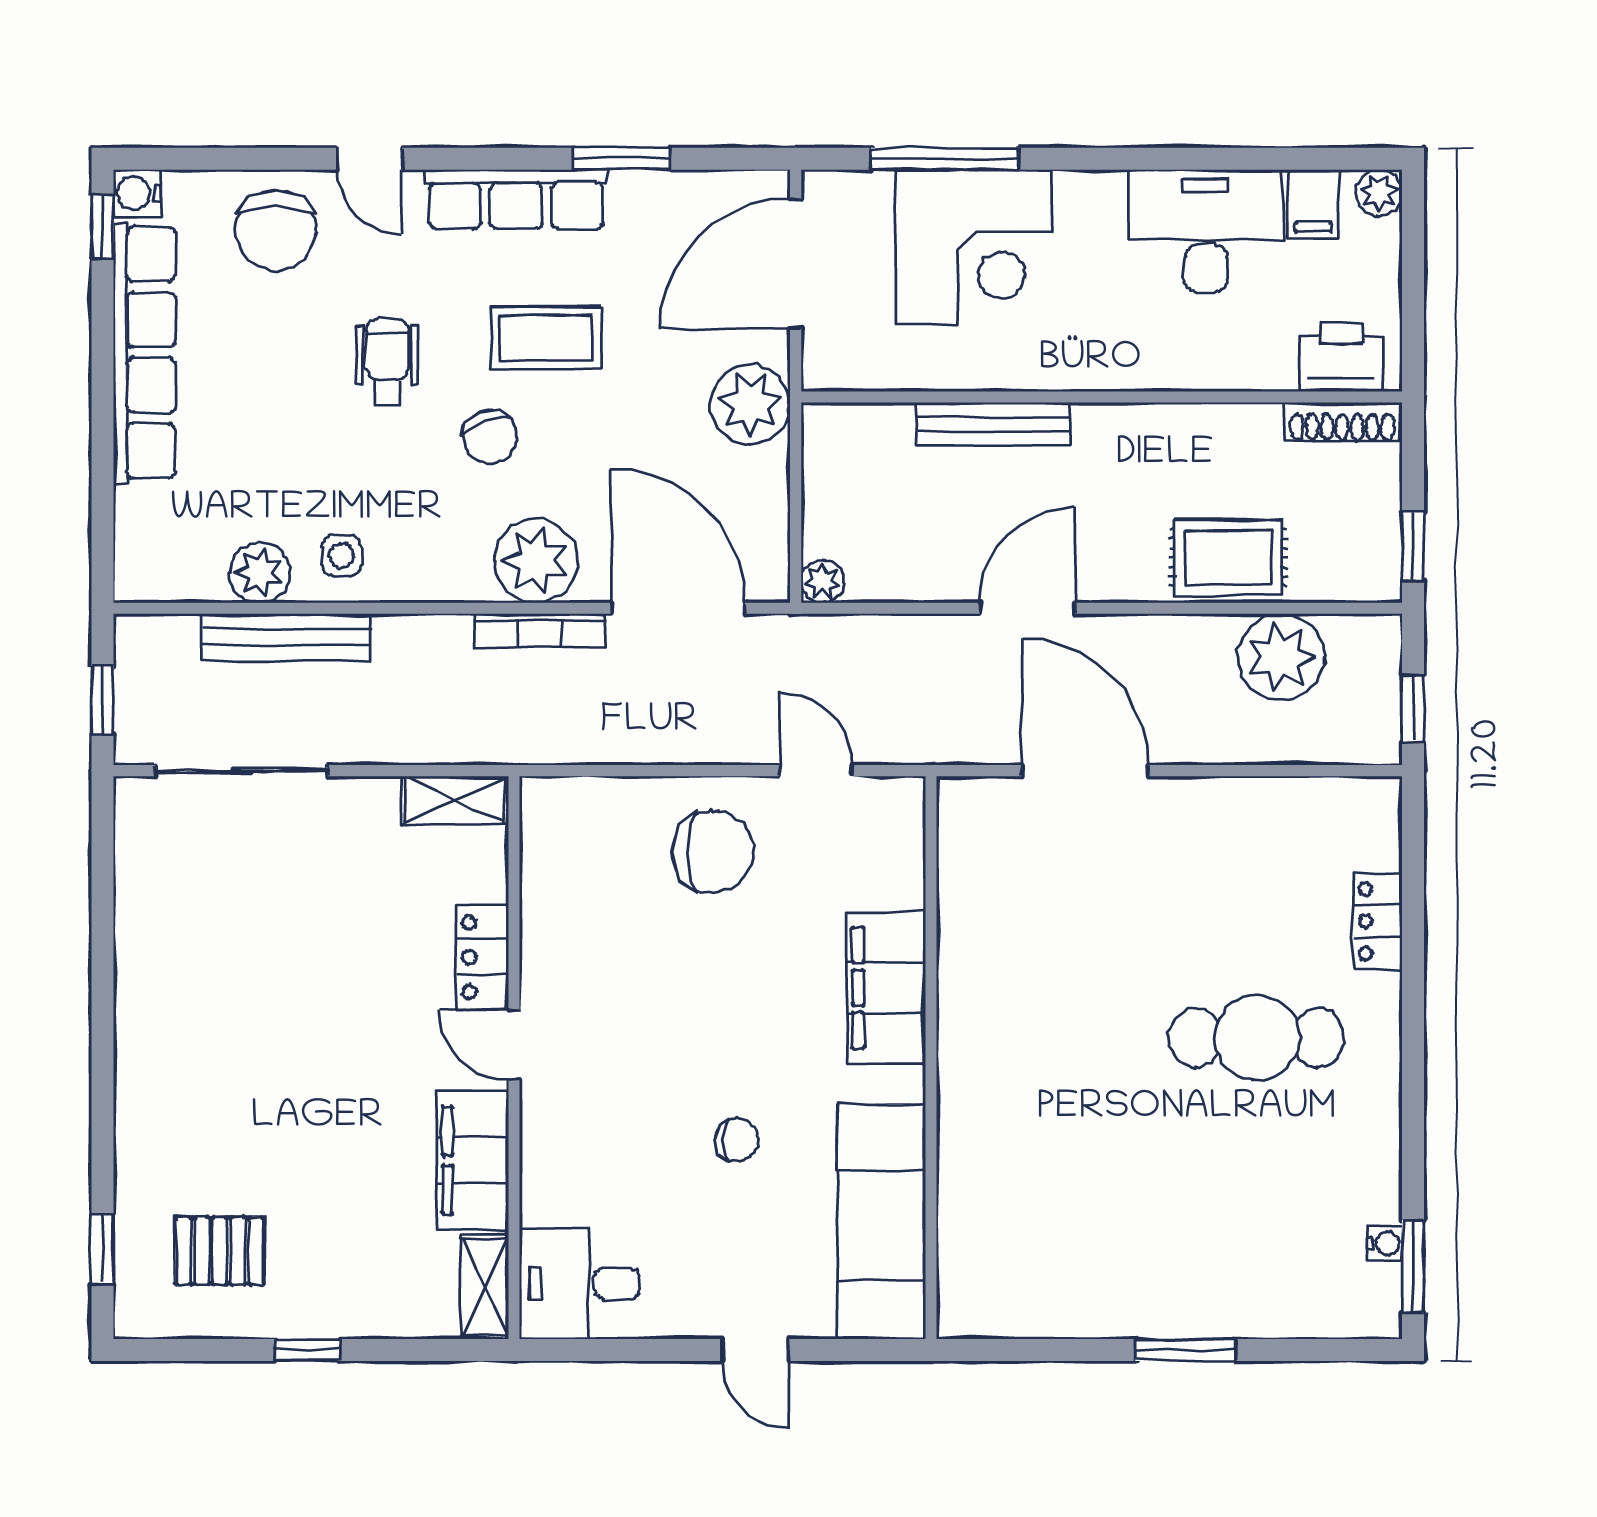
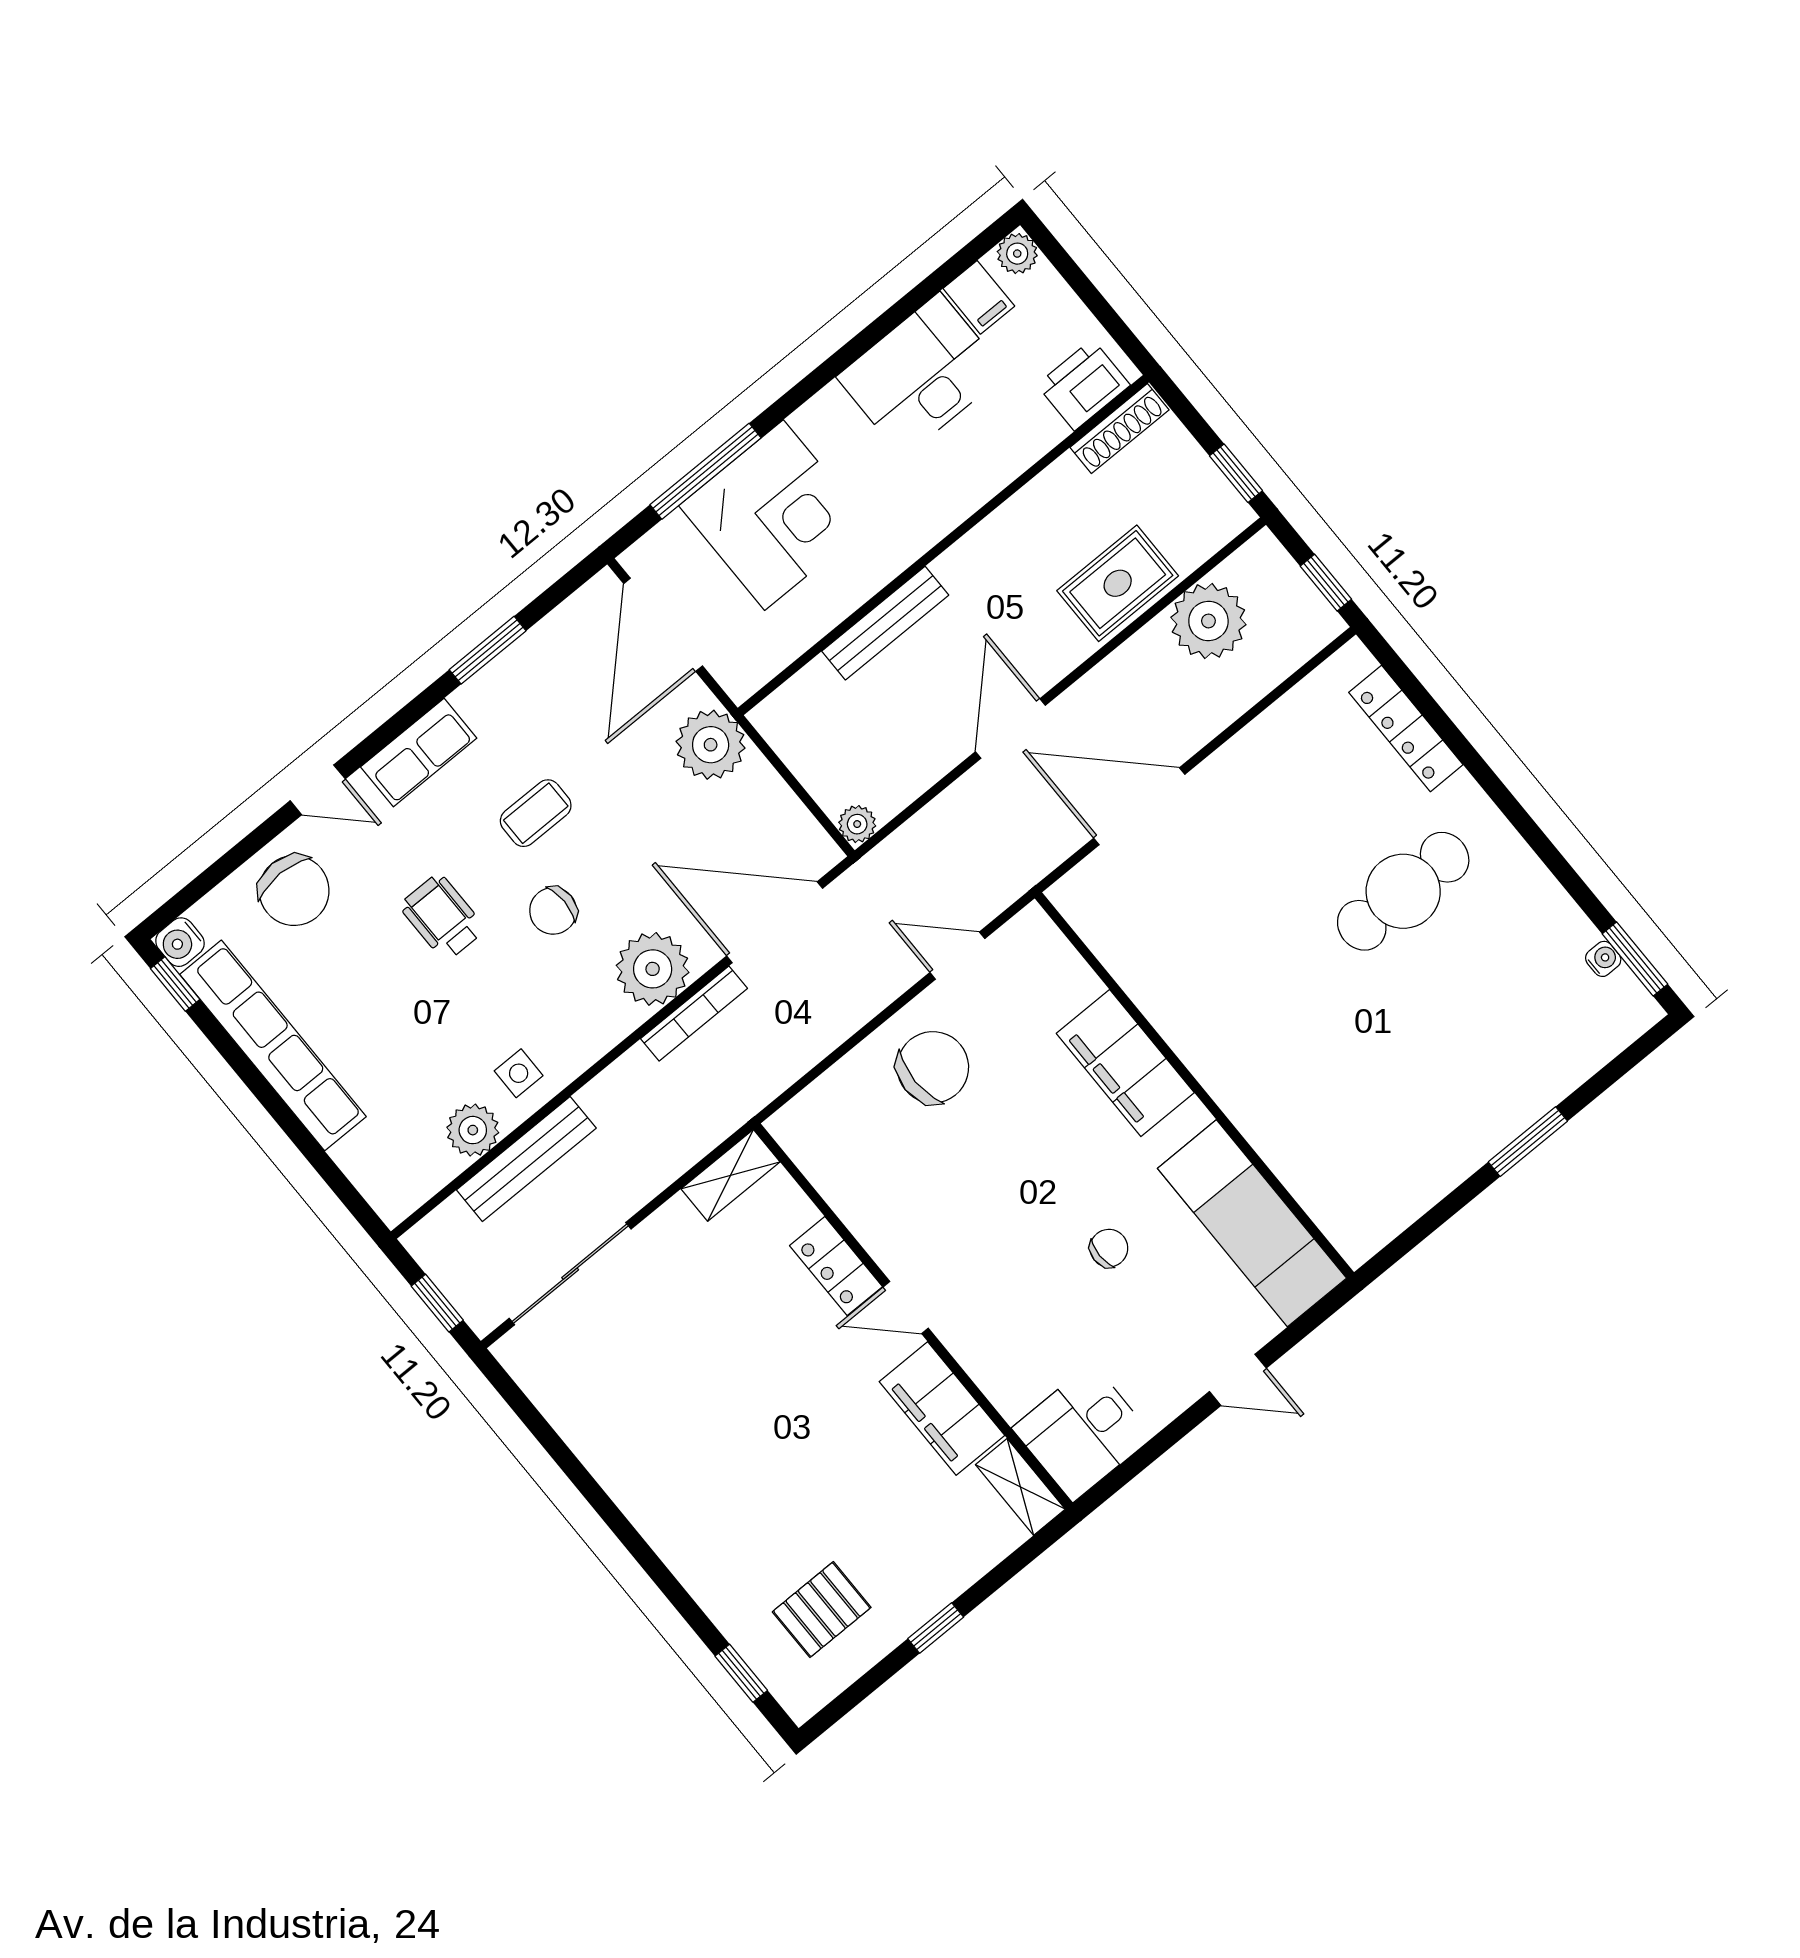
row of seats: (516, 199) -> (419, 753), width x0.68
coffee table: (546, 338) -> (536, 813), width x0.73, depth x0.77
chair: (490, 437) -> (553, 911), turned 112
locker: (1378, 921) -> (1406, 728), width x1.53

